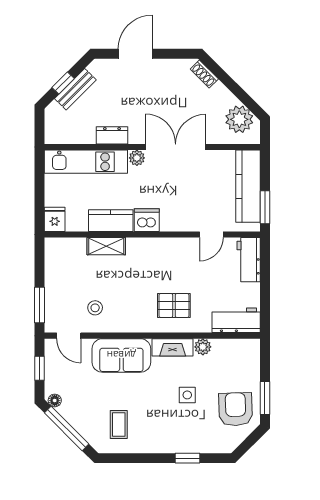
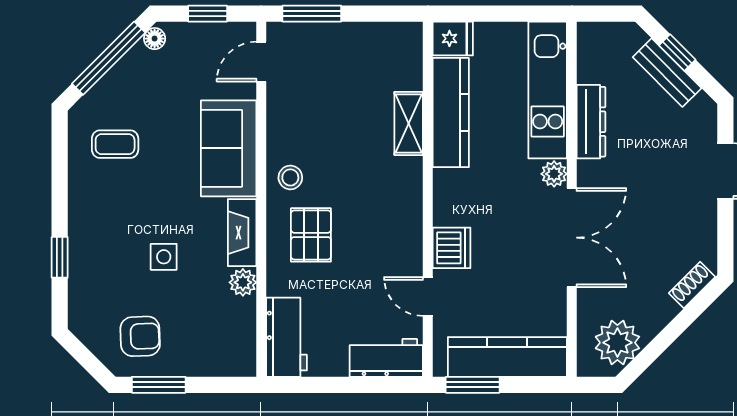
dresser: (112, 135) -> (591, 122), width x1.44
dishwasher: (147, 220) -> (451, 248), moved
kitchen counter: (111, 221) -> (451, 113), width x1.50
stool: (95, 308) -> (290, 177), moved
armchair: (236, 409) -> (140, 336), width x0.72, depth x0.72

